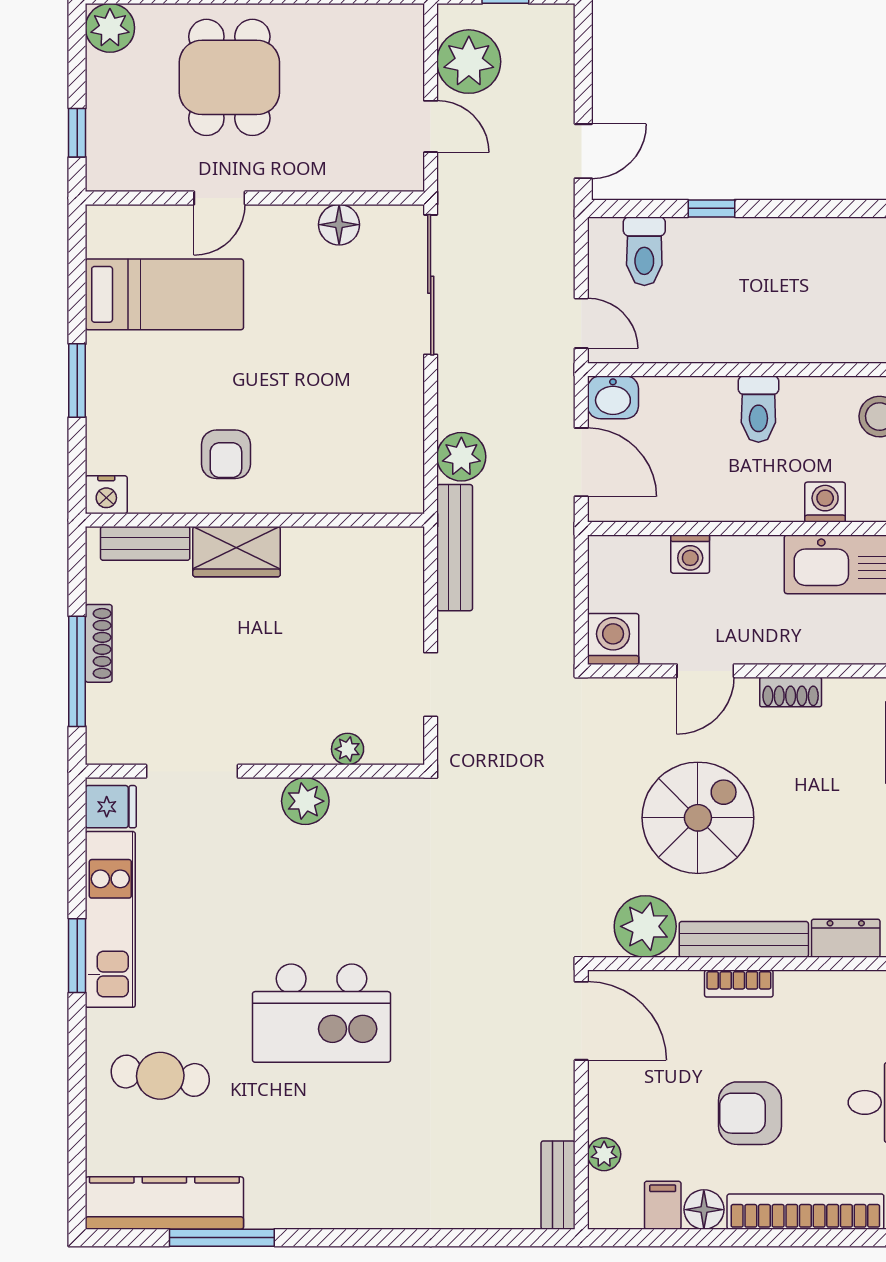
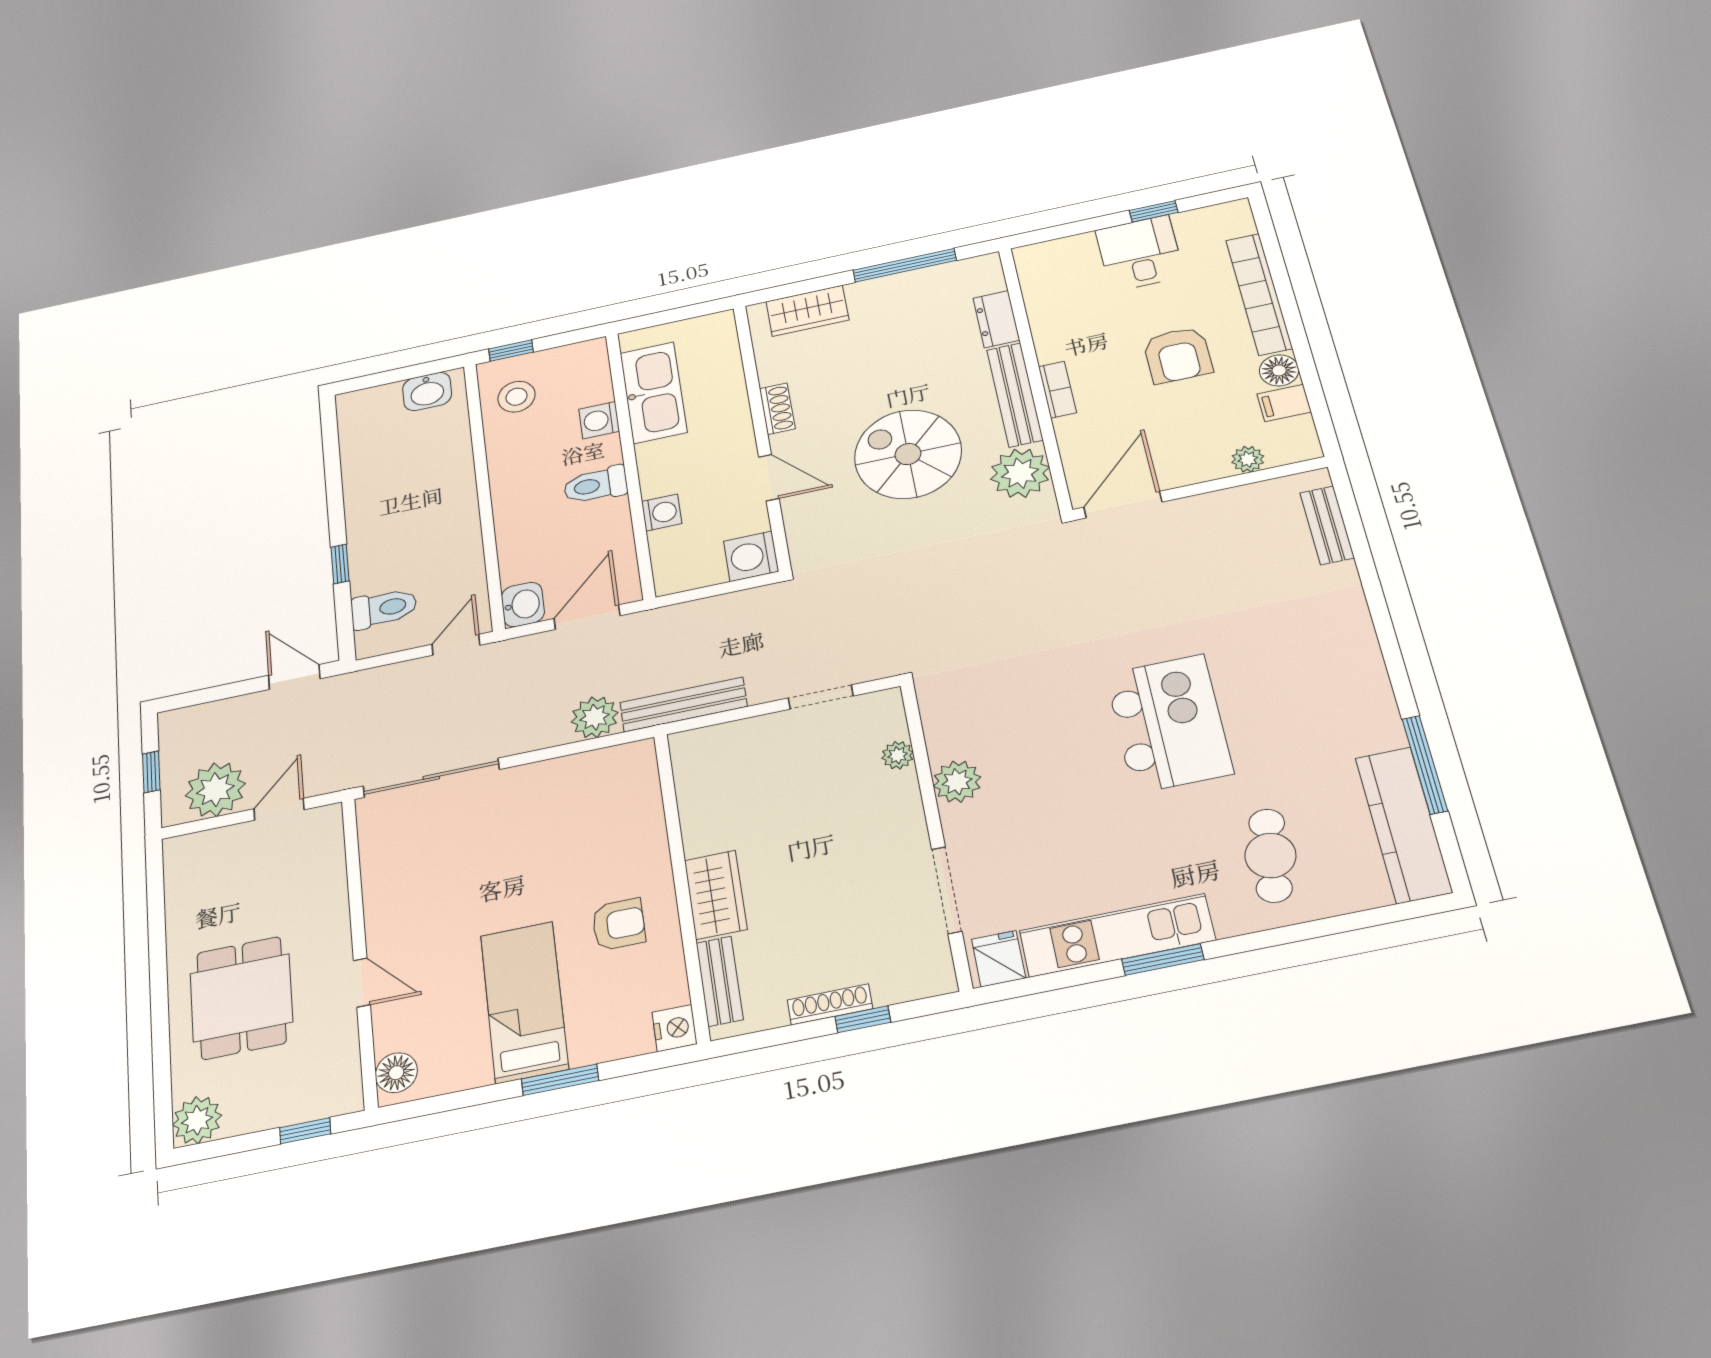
dining table: (229, 77) -> (241, 998), turned 90
floor lamp: (339, 225) -> (396, 1073), moved
bed: (164, 294) -> (524, 1002), moved
toilet: (758, 409) -> (596, 485), moved, turned 180
window: (77, 671) -> (863, 1019), width x0.46
bench: (558, 1185) -> (1327, 525), moved, turned 90

